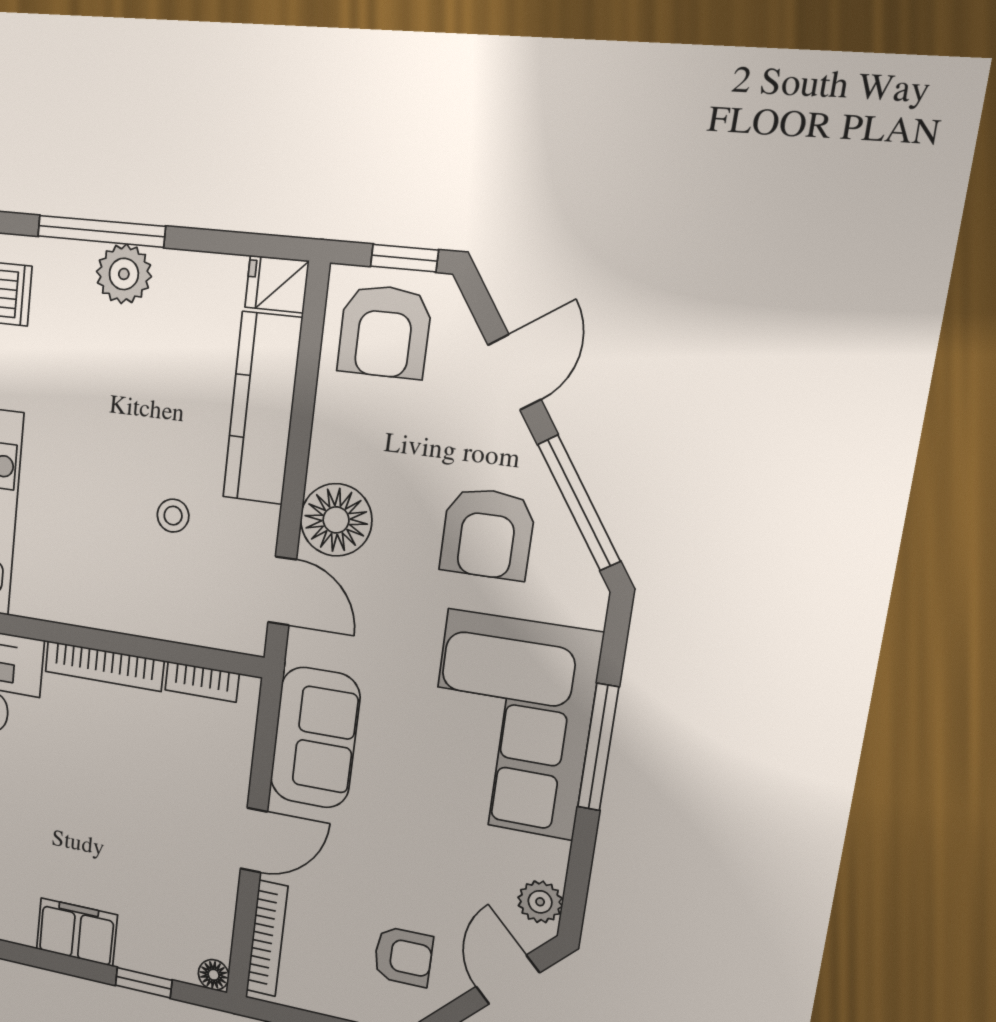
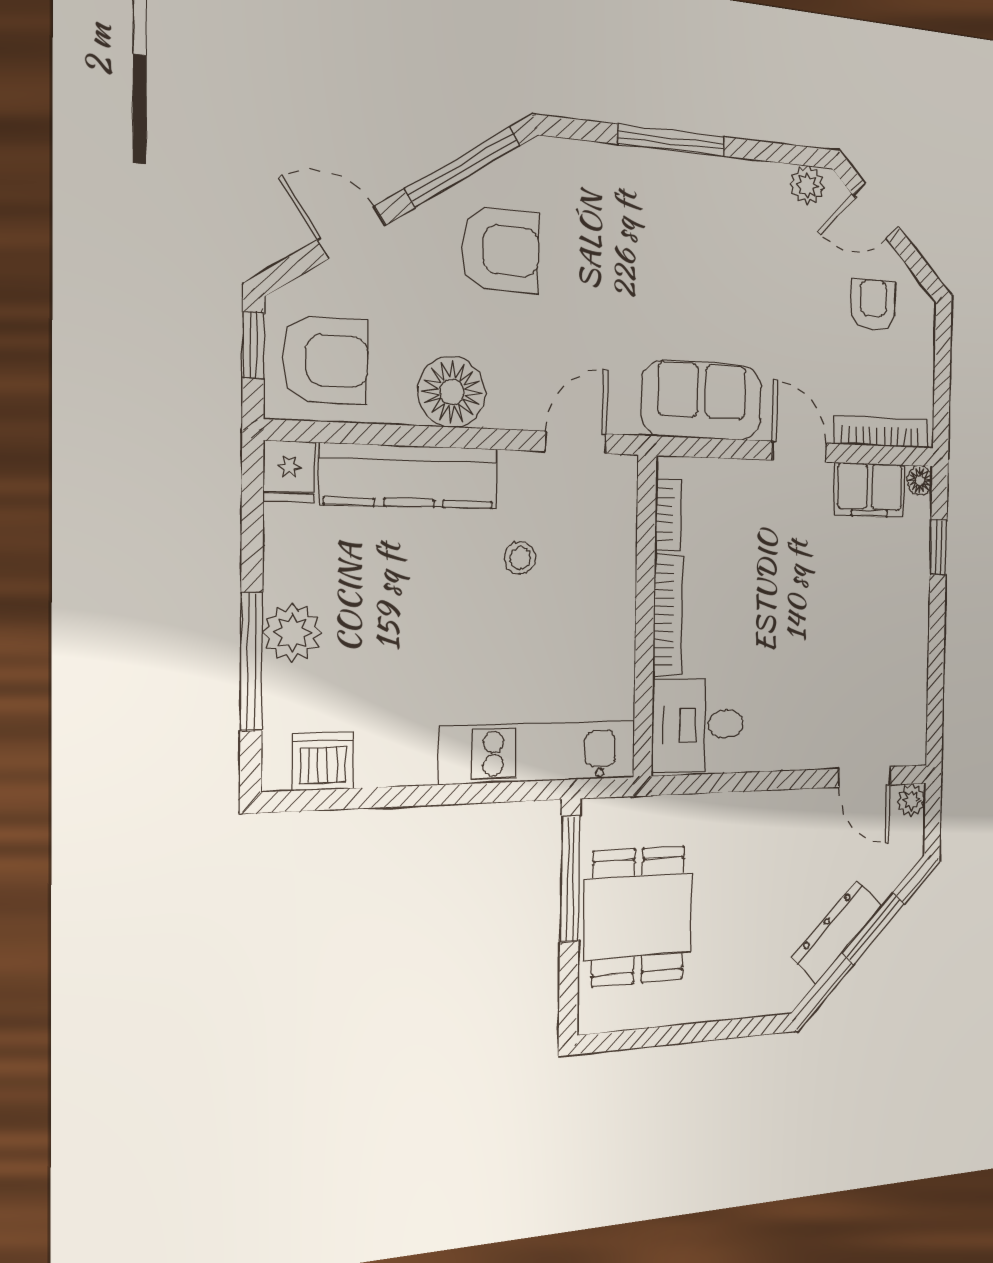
floor lamp: (336, 520) -> (452, 392), moved
corner sofa: (510, 724) -> (664, 220), removed
filing cabinet: (77, 932) -> (870, 490), moved, turned -90

